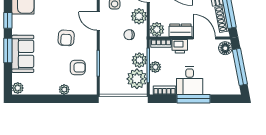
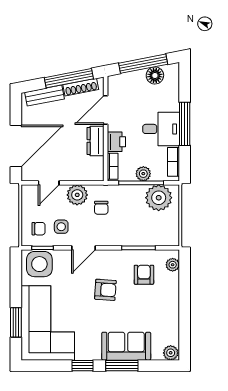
plant: (157, 29) -> (94, 172), removed
floor lamp: (225, 48) -> (155, 76), moved
plant: (139, 60) -> (134, 194), removed
plant: (64, 89) -> (173, 265), moved

